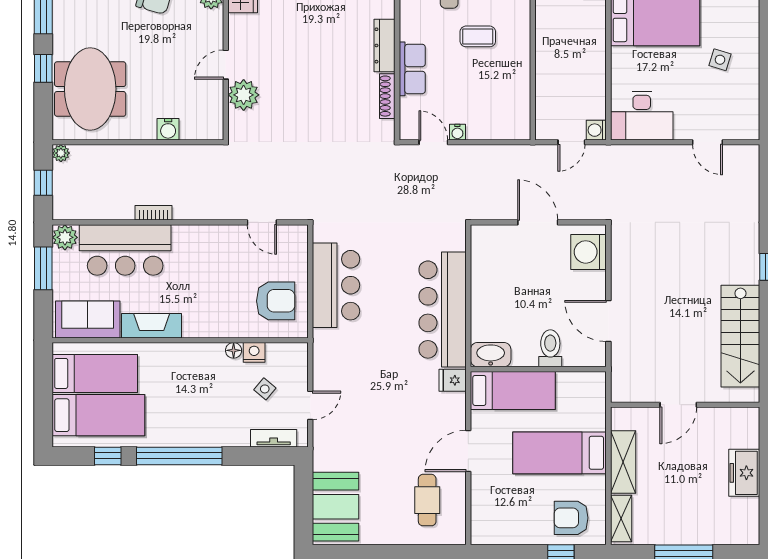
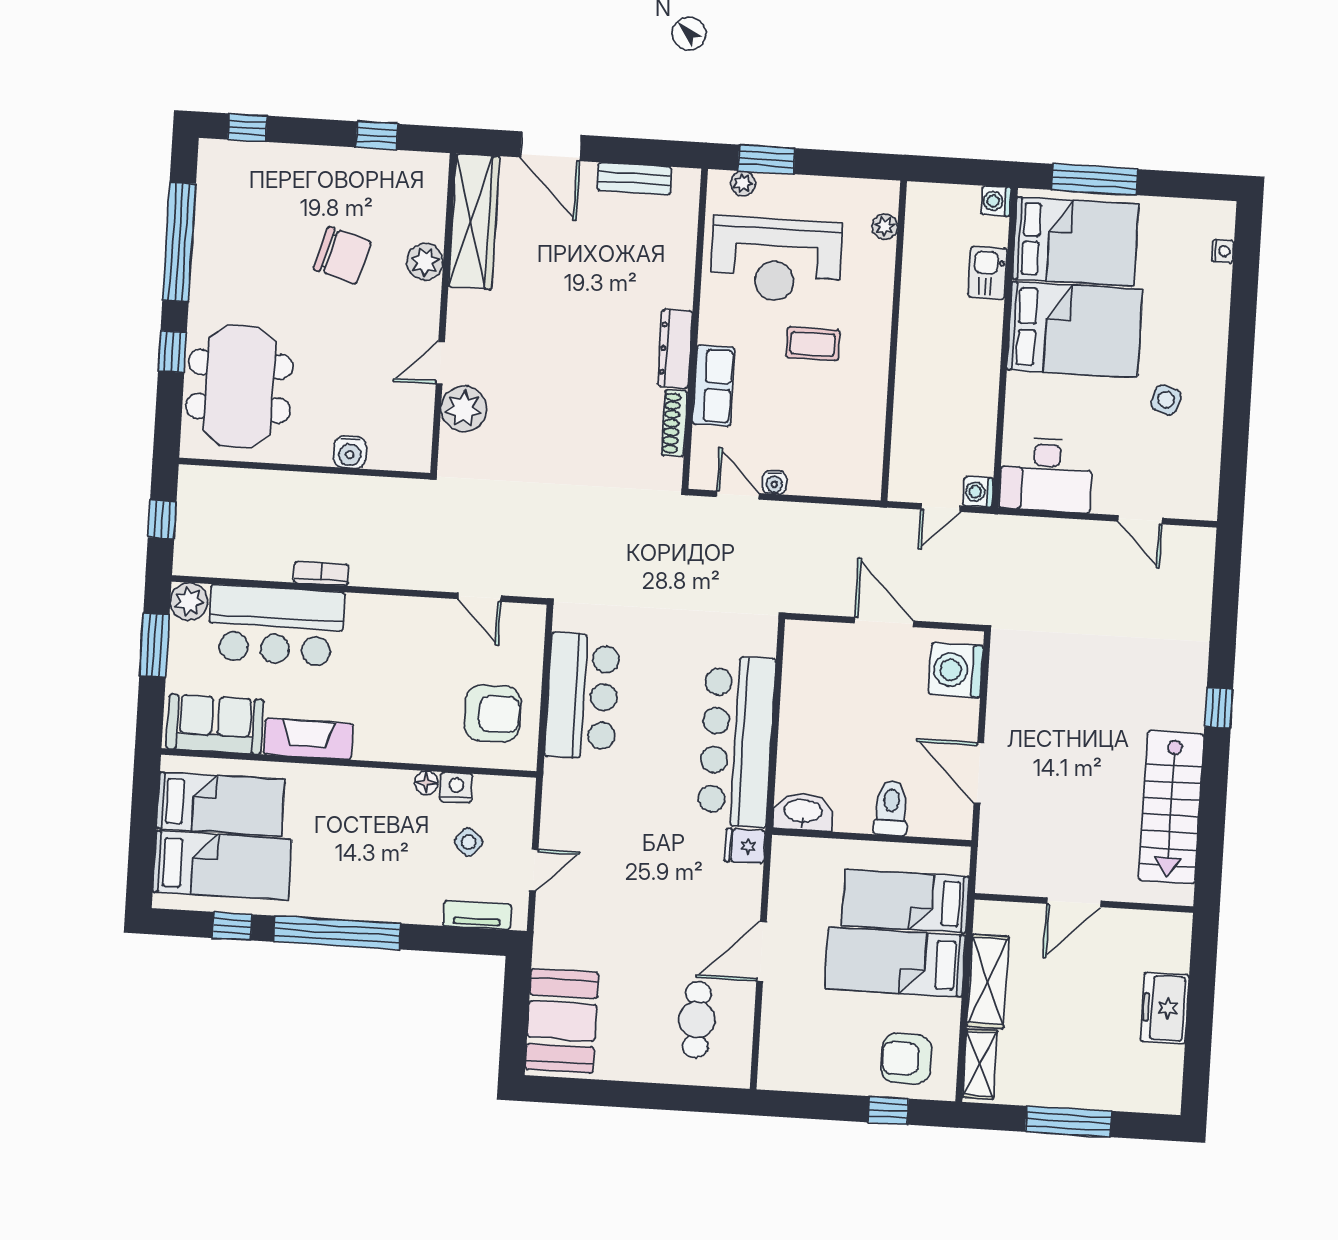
plant: (61, 153) -> (191, 478), removed
bed: (513, 390) -> (905, 901), moved, turned 180

